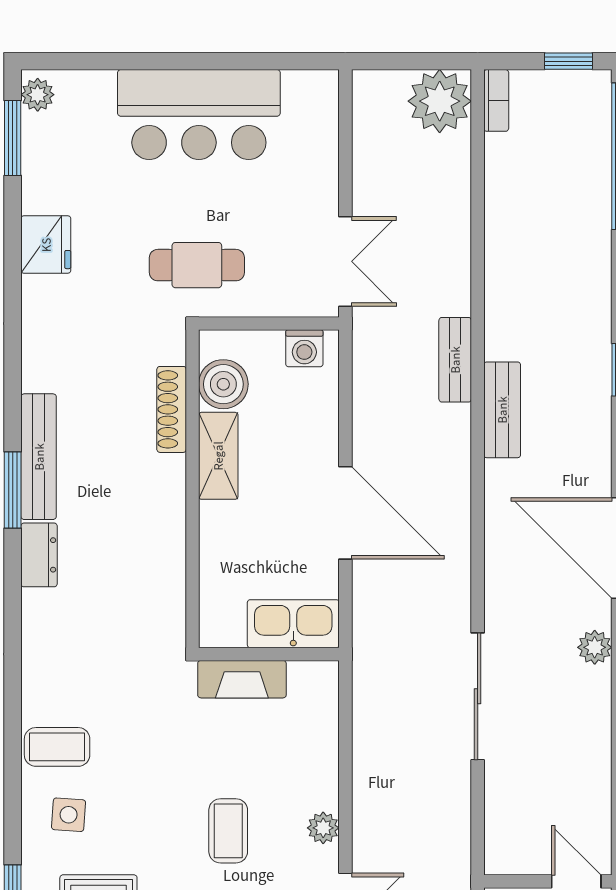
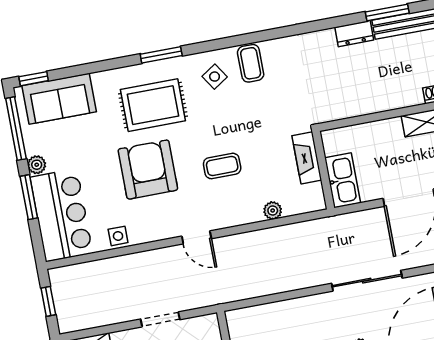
sliding door: (478, 696) -> (367, 281), moved
side table: (69, 815) -> (215, 77), turned -37
plant: (323, 828) -> (273, 211), moved

